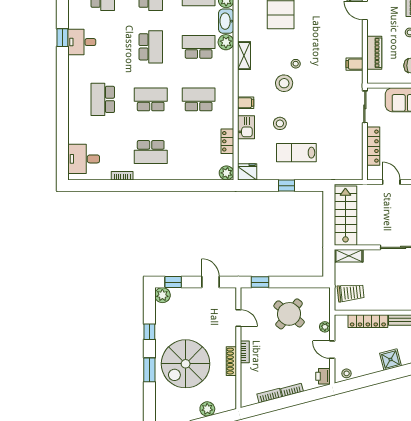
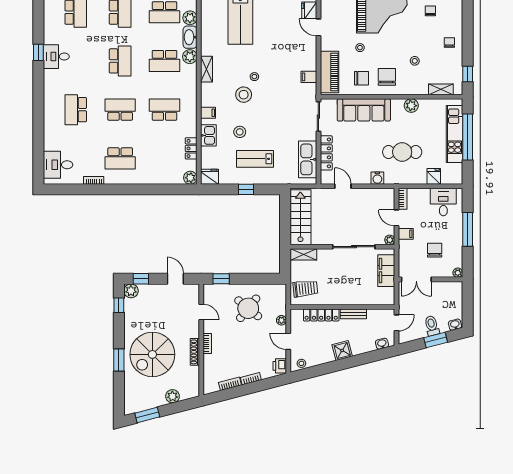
school desk: (199, 47) -> (165, 61), turned 180
piano: (374, 53) -> (329, 72), width x1.37, depth x1.33
kitchen sink: (353, 153) -> (308, 159), added
window: (149, 332) -> (119, 305), moved

